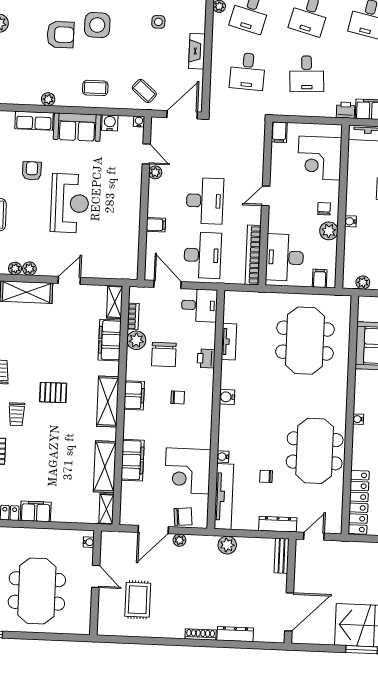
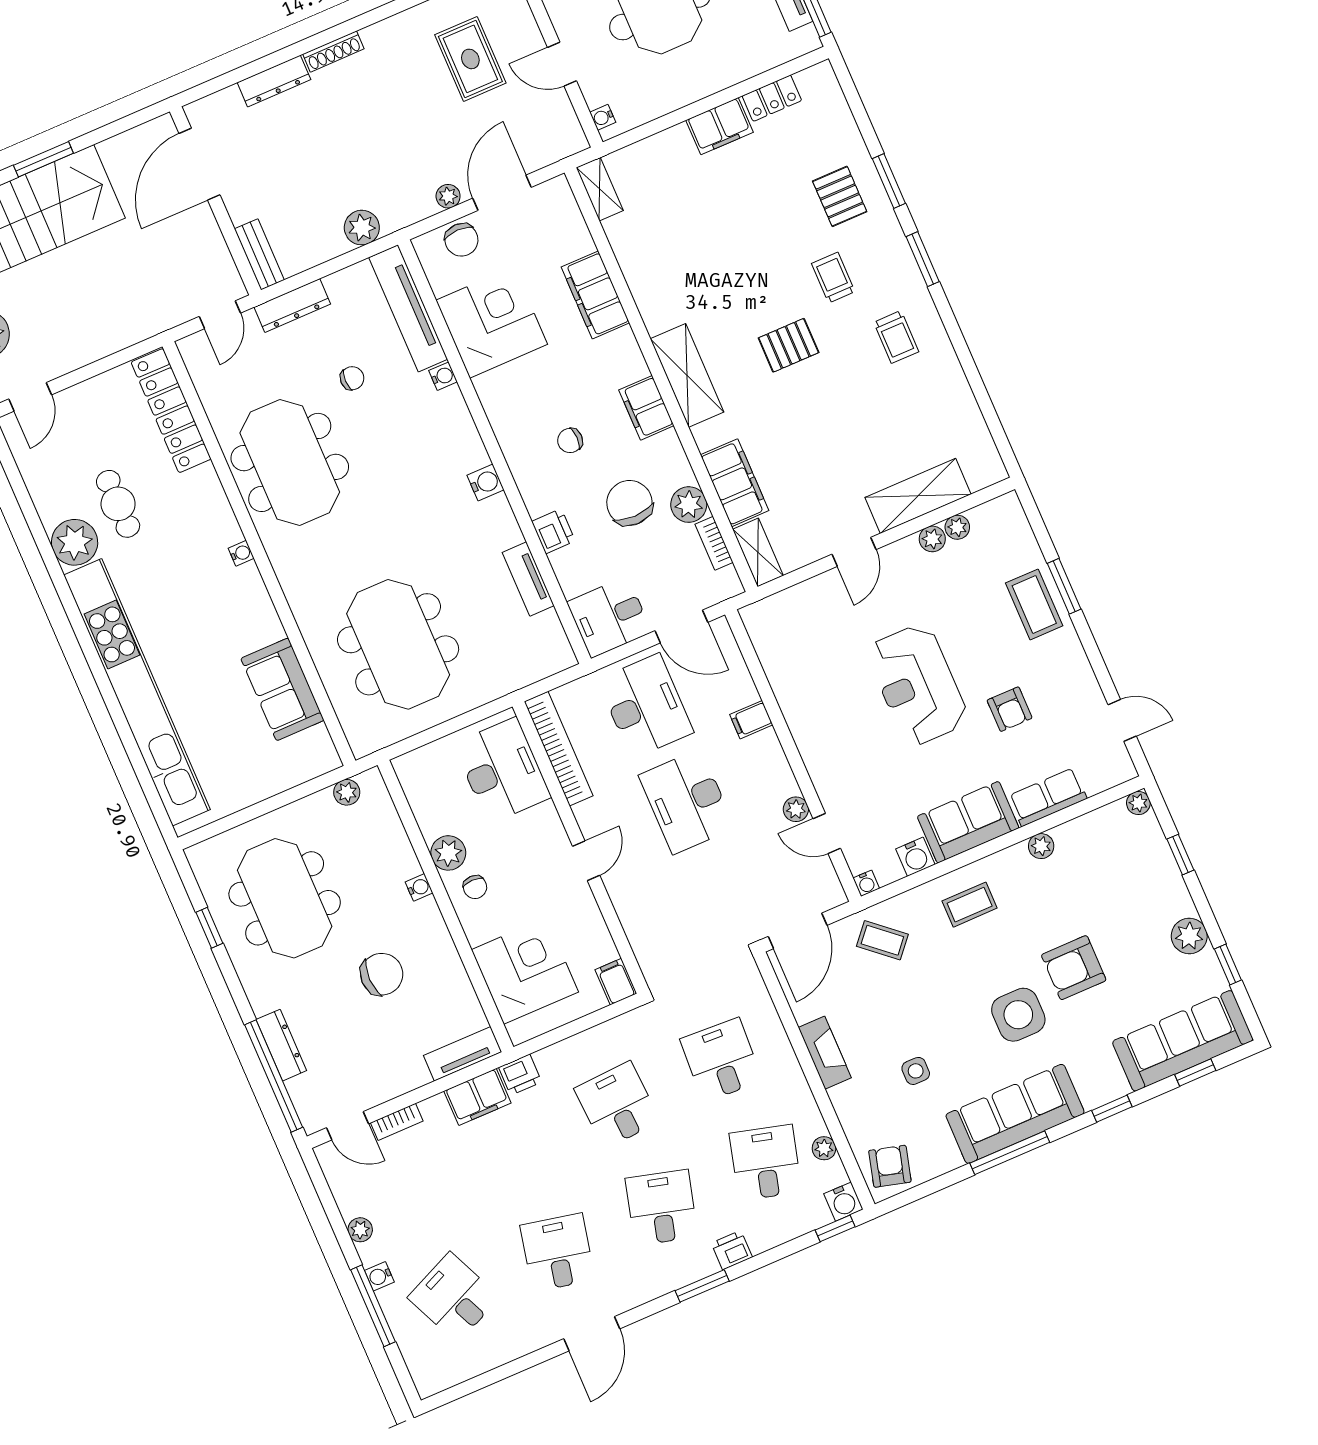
desk: (203, 255) -> (645, 706), turned 180
filing cabinet: (320, 278) -> (425, 764), removed
shelving: (105, 467) -> (638, 261), removed
chair: (183, 517) -> (461, 240), turned -85

